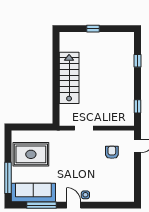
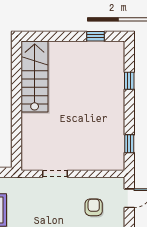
window: (93, 29) -> (95, 36), moved
stairs: (69, 78) -> (35, 77), moved

